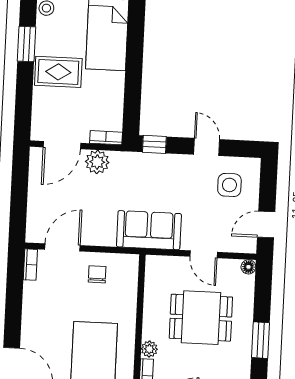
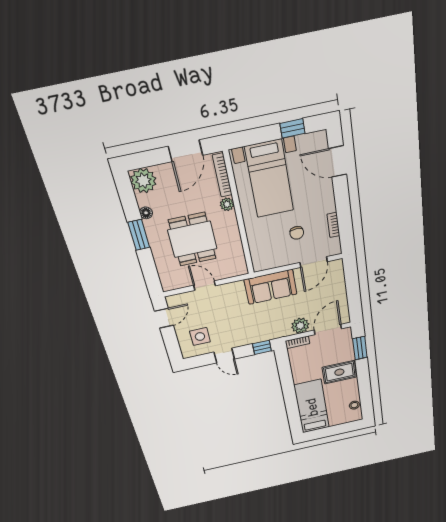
window: (26, 44) -> (360, 348), moved
sofa: (149, 230) -> (271, 287), moved
bookcase: (30, 265) -> (333, 225), moved
floor lamp: (248, 267) -> (146, 213), moved
chair: (97, 274) -> (297, 233), moved
dining table: (201, 318) -> (192, 239), turned 90

